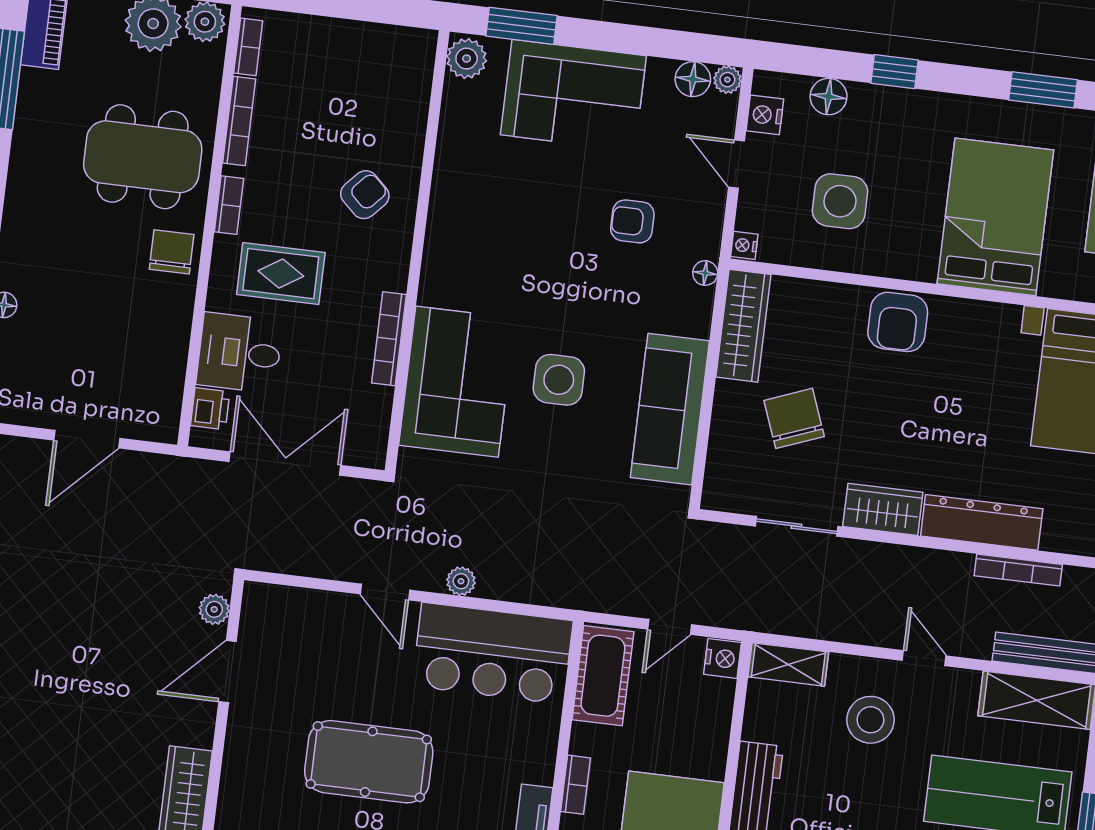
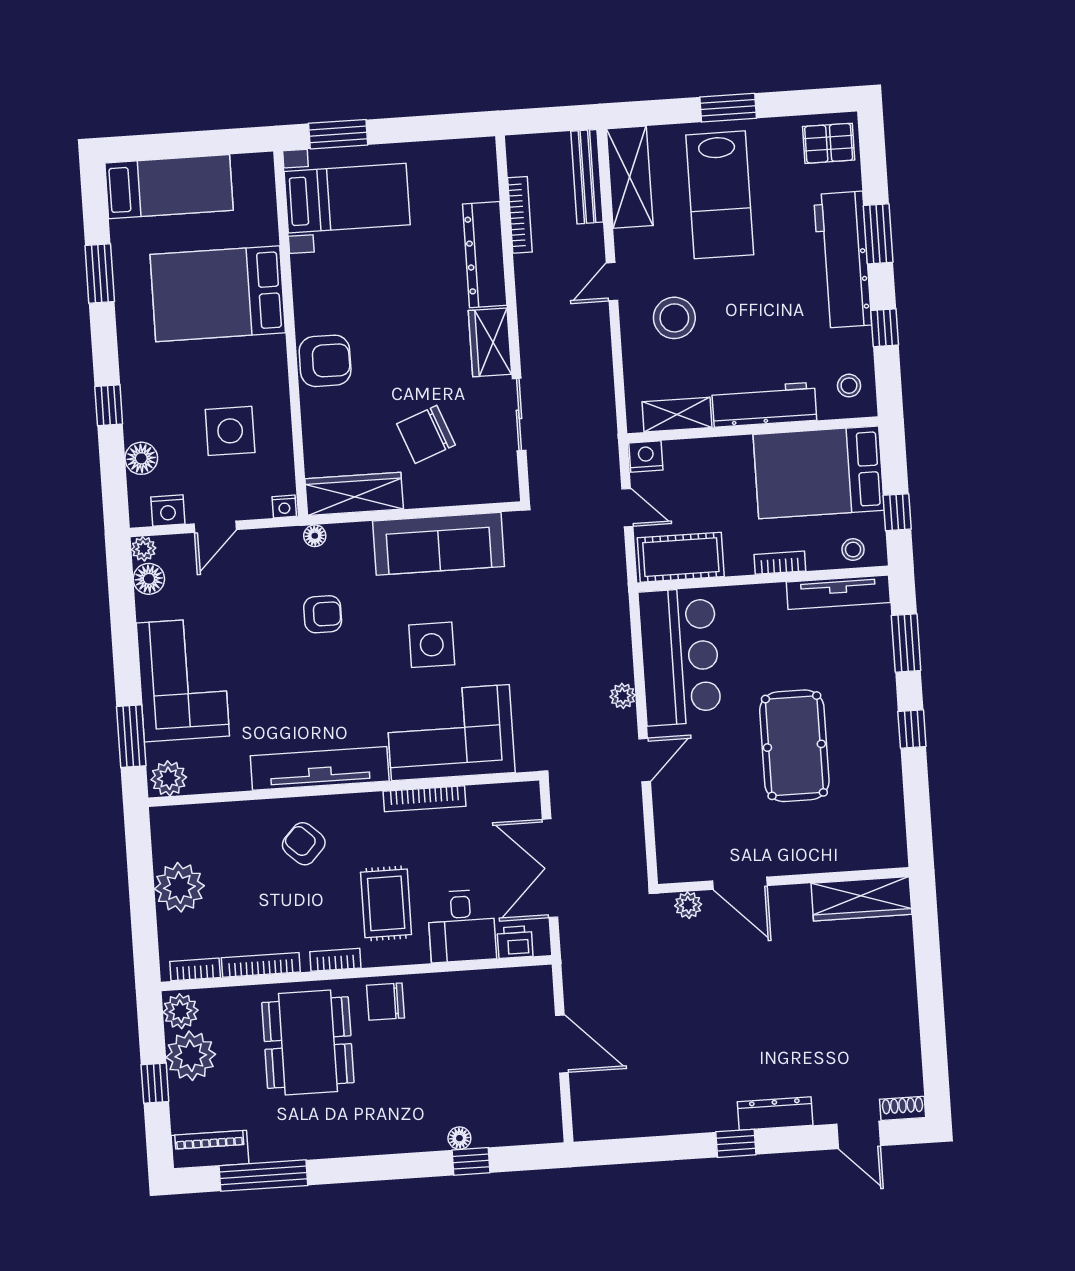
plant: (343, 47) -> (179, 887), added
armchair: (632, 221) -> (323, 614), moved, turned -90
tv unit: (445, 229) -> (320, 768), added
shelving: (788, 664) -> (677, 415), moved, turned 90

